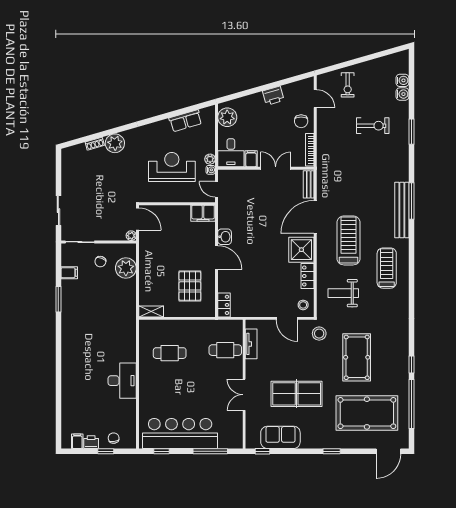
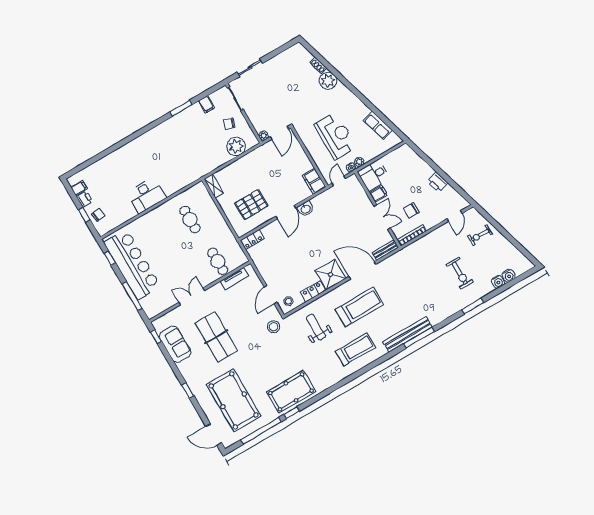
plant: (227, 117) -> (400, 156), removed
chair: (301, 121) -> (411, 210), moved
pool table: (357, 357) -> (291, 392), moved

